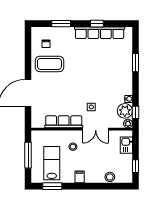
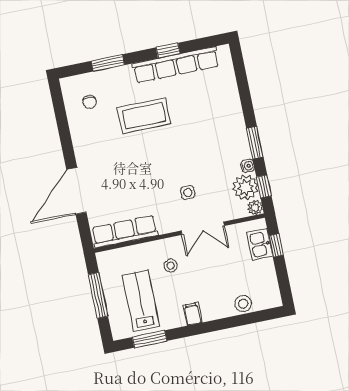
window: (135, 63) -> (255, 143), moved
coffee table: (49, 64) -> (144, 116), moved
row of seats: (64, 122) -> (125, 232), moved
window: (135, 166) -> (276, 245), moved

